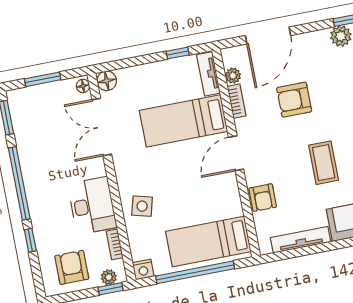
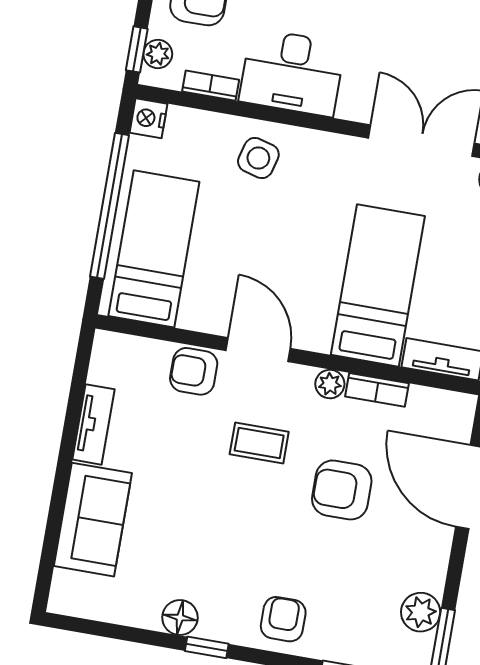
plant: (233, 76) -> (330, 384), moved
armchair: (294, 100) -> (342, 490), turned -90
door: (236, 153) -> (258, 350), moved
coffee table: (324, 163) -> (259, 443), moved, width x0.73, depth x0.77
tv unit: (301, 240) -> (94, 424), width x0.71

